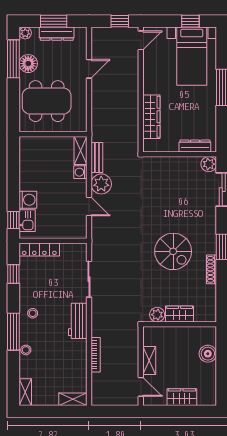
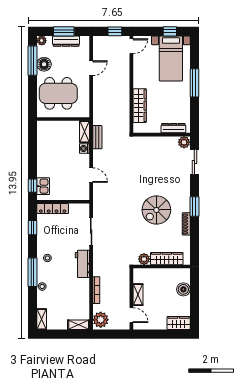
plant: (101, 184) -> (101, 320), moved
washing machine: (28, 200) -> (44, 170), removed
spiral stairs: (173, 251) -> (156, 210), turned 90
wardrobe: (180, 314) -> (167, 259), width x1.50
wardrobe: (182, 397) -> (179, 323), moved

